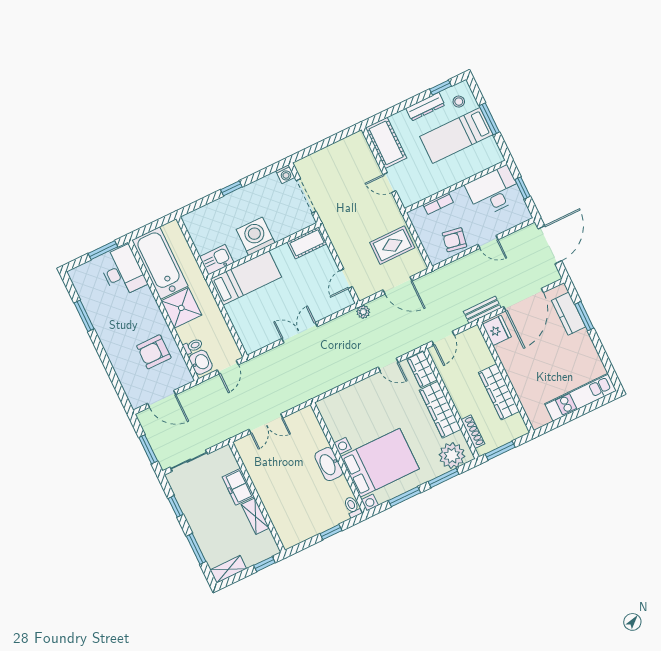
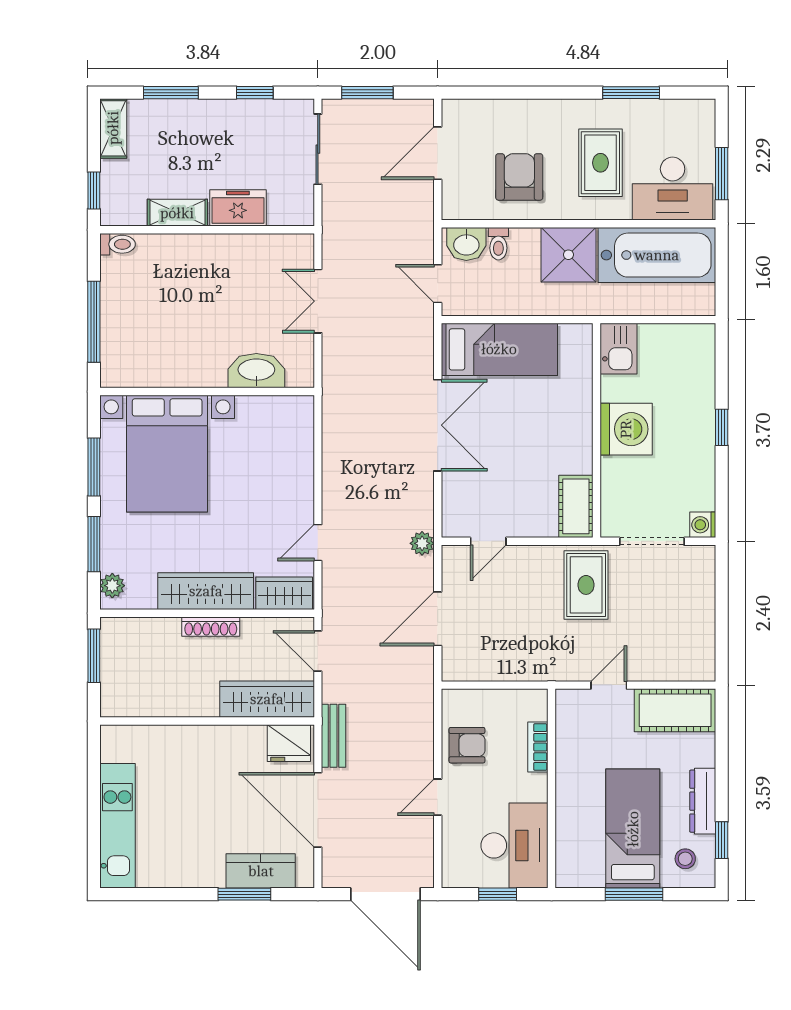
armchair: (454, 240) -> (467, 745), turned 80
rug: (392, 245) -> (586, 585), moved
bed: (246, 278) -> (499, 349), moved, turned -90
door: (346, 279) -> (488, 541), swing flipped
rug: (127, 314) -> (600, 163), added
double door: (300, 333) -> (438, 425), width x1.37
wardrobe: (499, 392) -> (267, 699), moved
shoe rack: (473, 432) -> (211, 627), moved
plant: (452, 455) -> (112, 586), width x0.53, depth x0.53
washbasin: (329, 464) -> (256, 371), moved
toilet: (352, 507) -> (117, 244), moved
window: (331, 532) -> (94, 322), width x2.17

